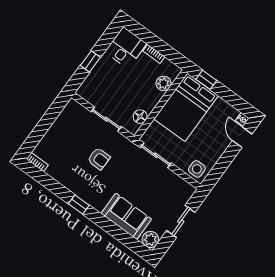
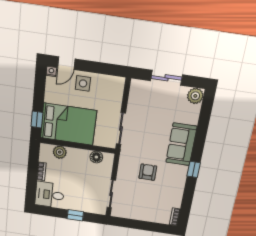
sliding door: (106, 119) -> (111, 194), moved
side table: (197, 169) -> (83, 83), moved
sofa: (126, 216) -> (181, 144), moved

